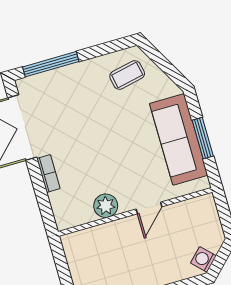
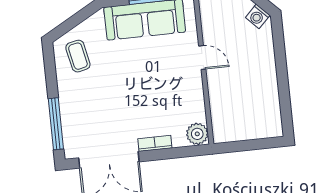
plant: (106, 206) -> (197, 134), moved

